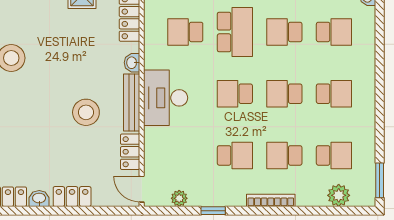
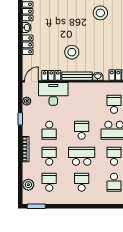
school desk: (284, 94) -> (82, 156), width x1.85
school desk: (334, 94) -> (82, 182), turned 180
desk: (166, 98) -> (53, 94), moved
school desk: (334, 155) -> (49, 182), turned 180

